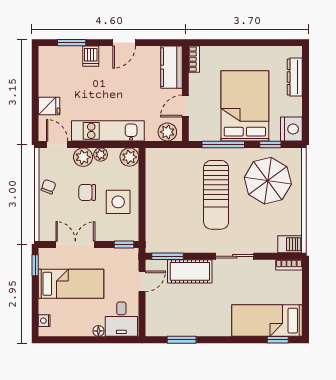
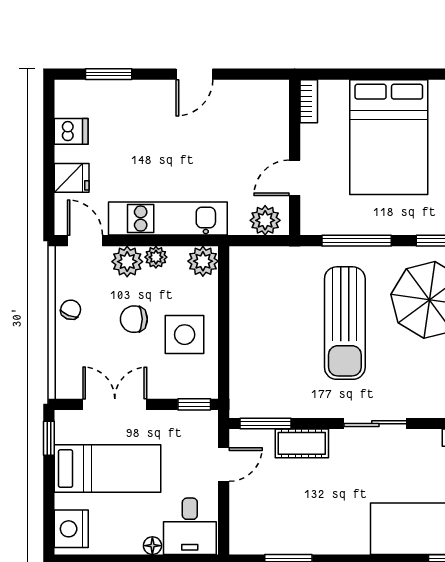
dishwasher: (91, 56) -> (71, 131), moved, turned -90
kitchen counter: (171, 67) -> (272, 114), removed
bed: (245, 106) -> (389, 137), moved, turned 180
cot: (190, 271) -> (302, 443), width x0.73, depth x0.75
nightstand: (44, 321) -> (71, 529), width x1.89, depth x1.79

